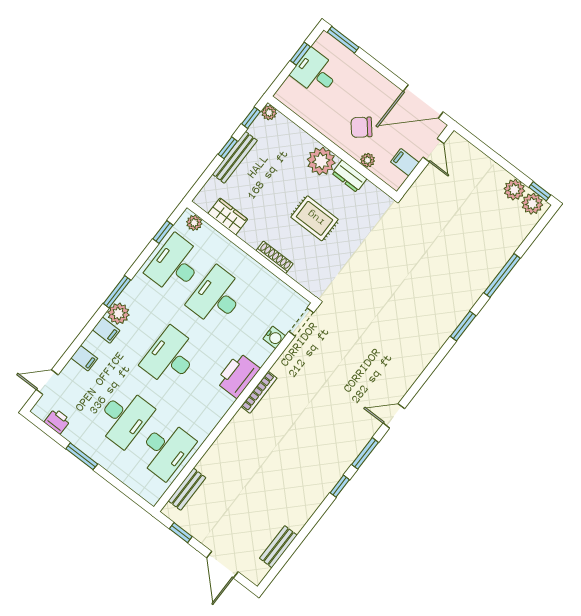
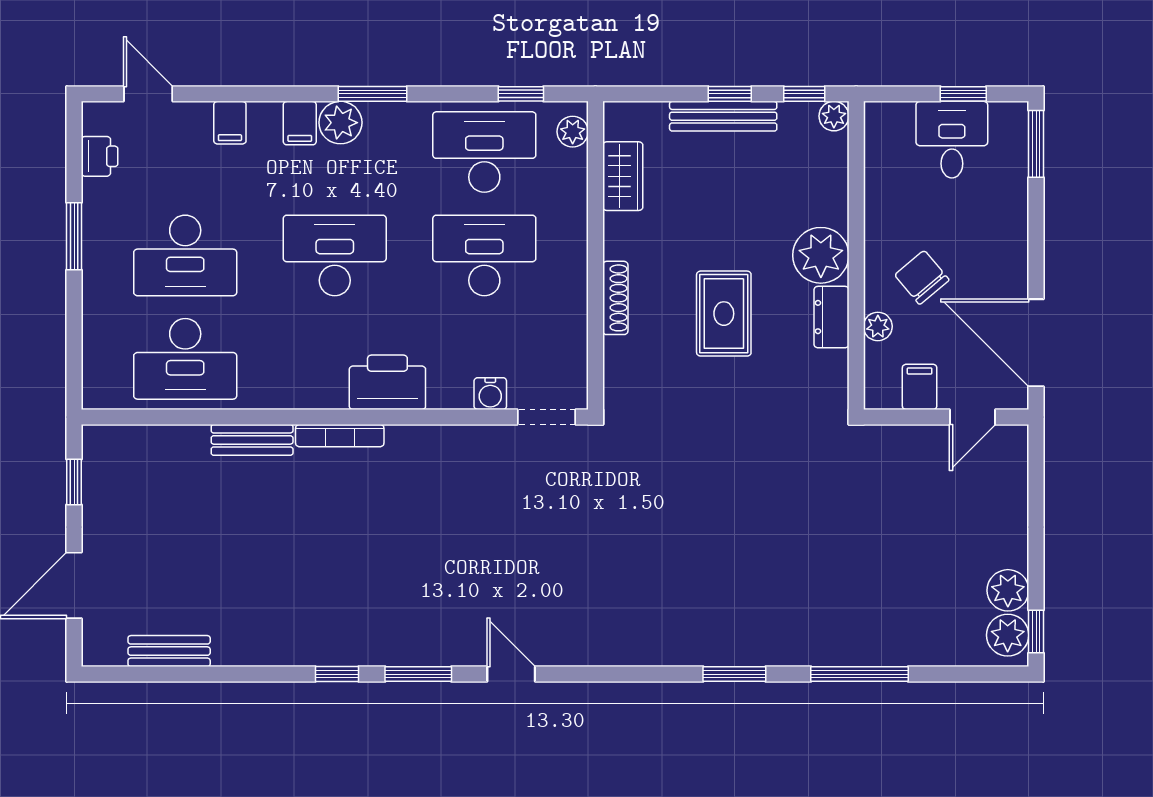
bookcase: (259, 392) -> (340, 436), moved
bench: (187, 489) -> (252, 440), moved

